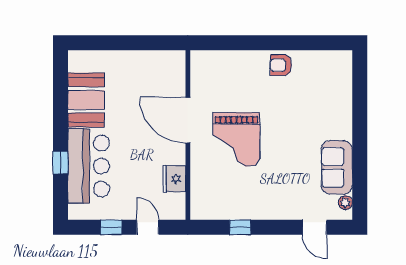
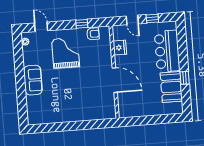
armchair: (281, 65) -> (93, 34), moved
grand piano: (236, 139) -> (66, 53), moved
window: (60, 163) -> (185, 78), moved
sofa: (337, 167) -> (33, 80), moved

